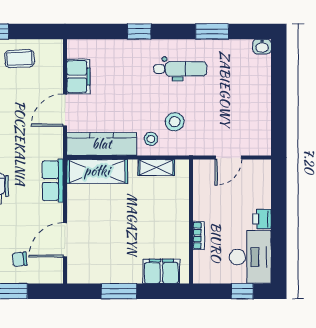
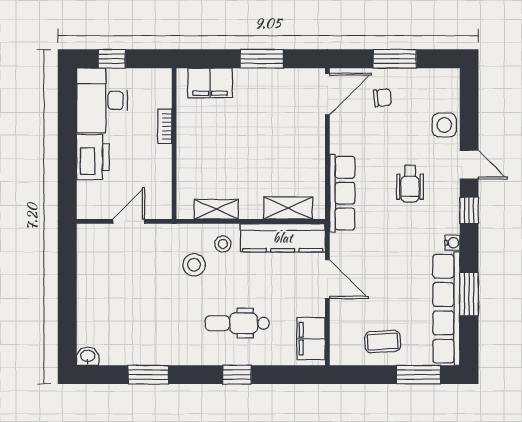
dental chair: (180, 69) -> (237, 323), moved
filing cabinet: (78, 76) -> (311, 339), moved
door: (65, 110) -> (327, 279), hinge flipped
shelving: (97, 171) -> (288, 208), width x0.67, depth x0.75
row of seats: (53, 181) -> (342, 193), width x1.48
printer: (262, 219) -> (93, 157), width x1.87, depth x1.48
door: (65, 240) -> (327, 94), moved

